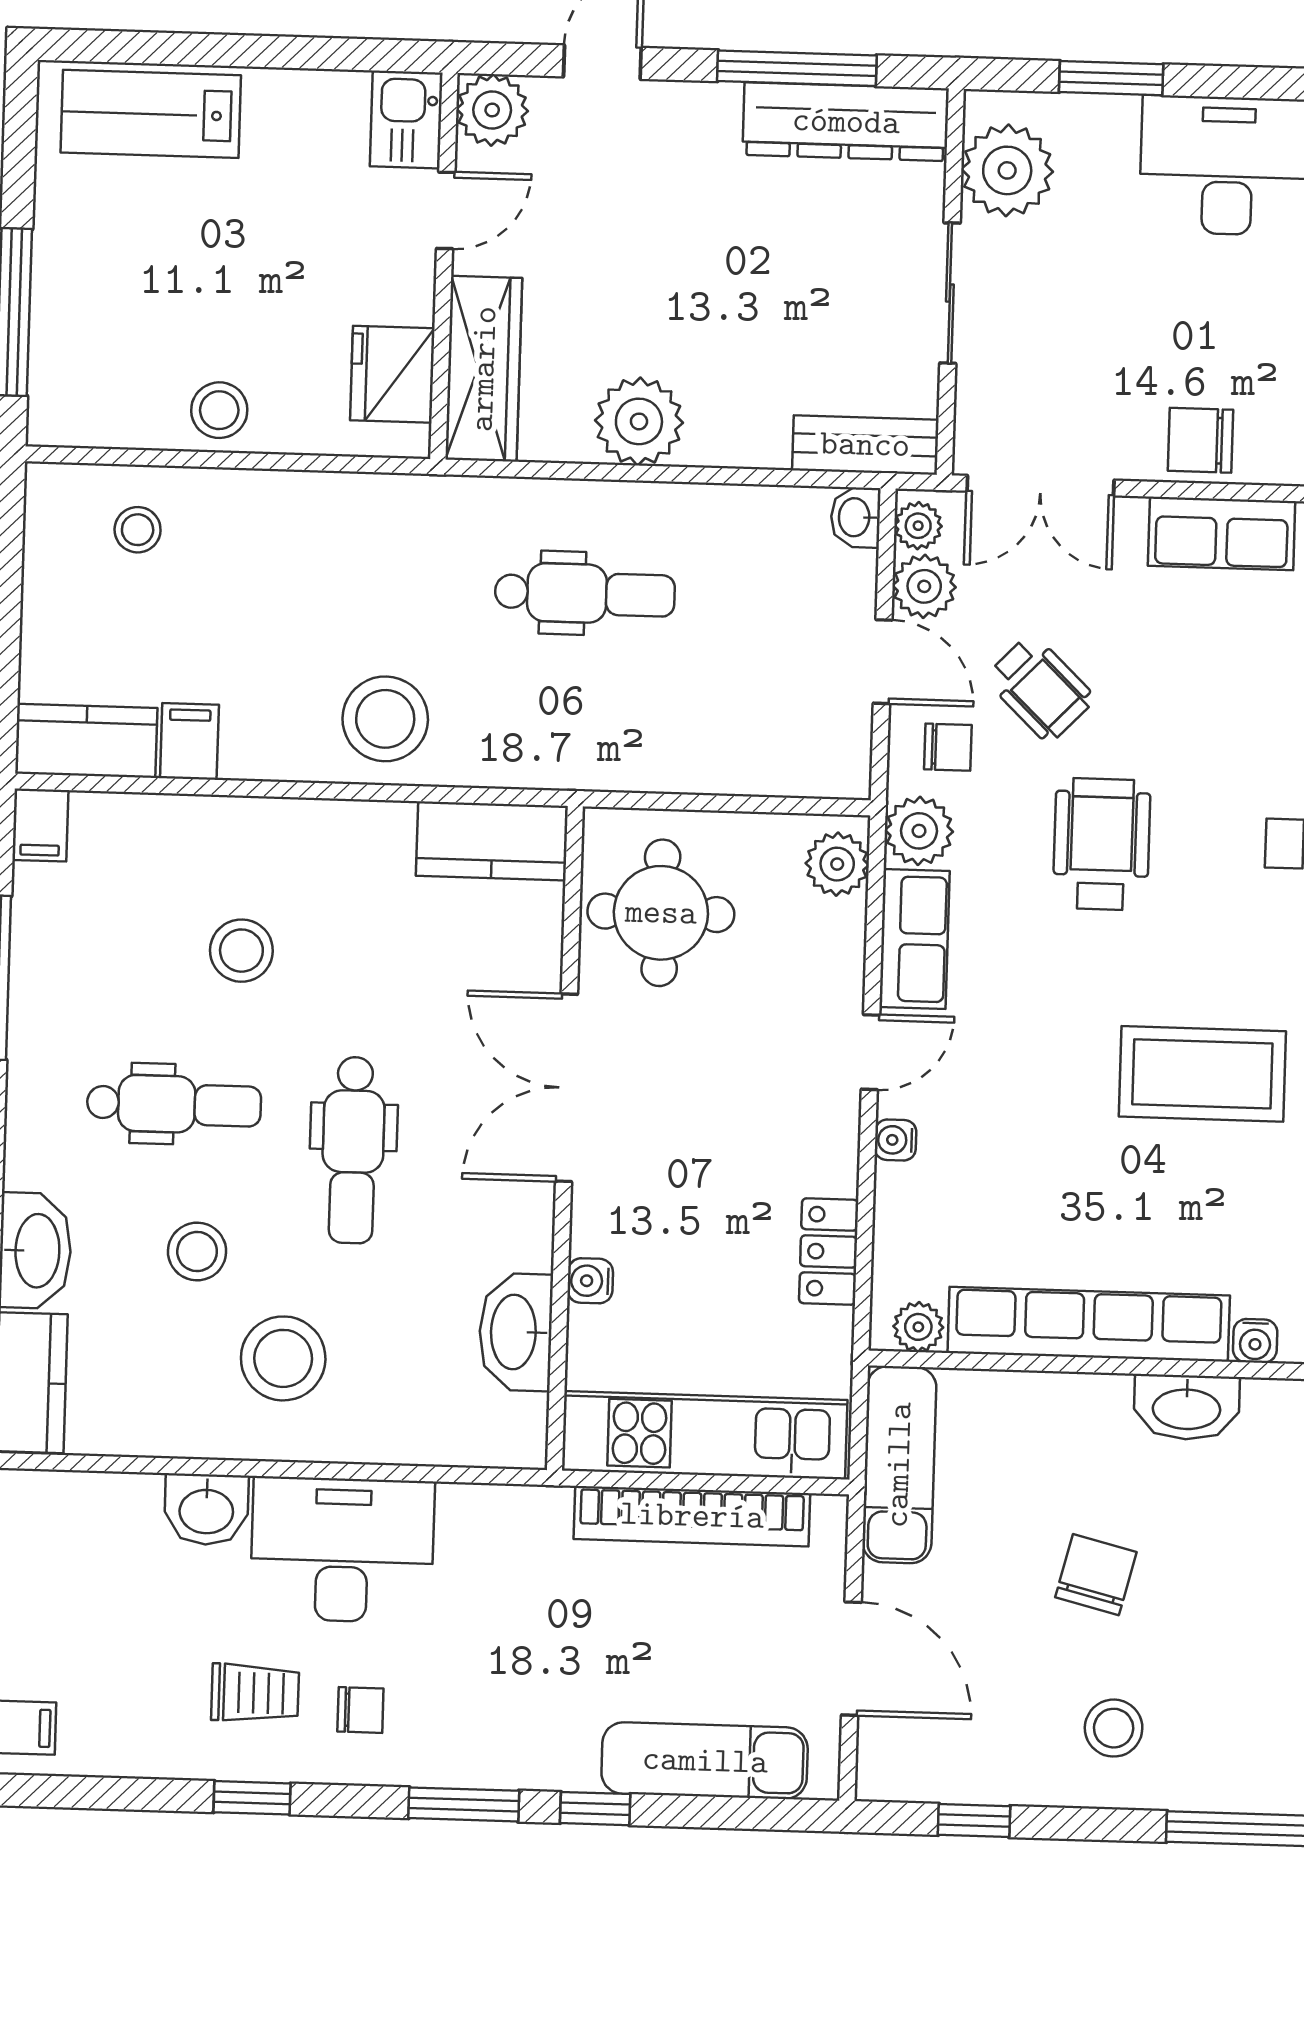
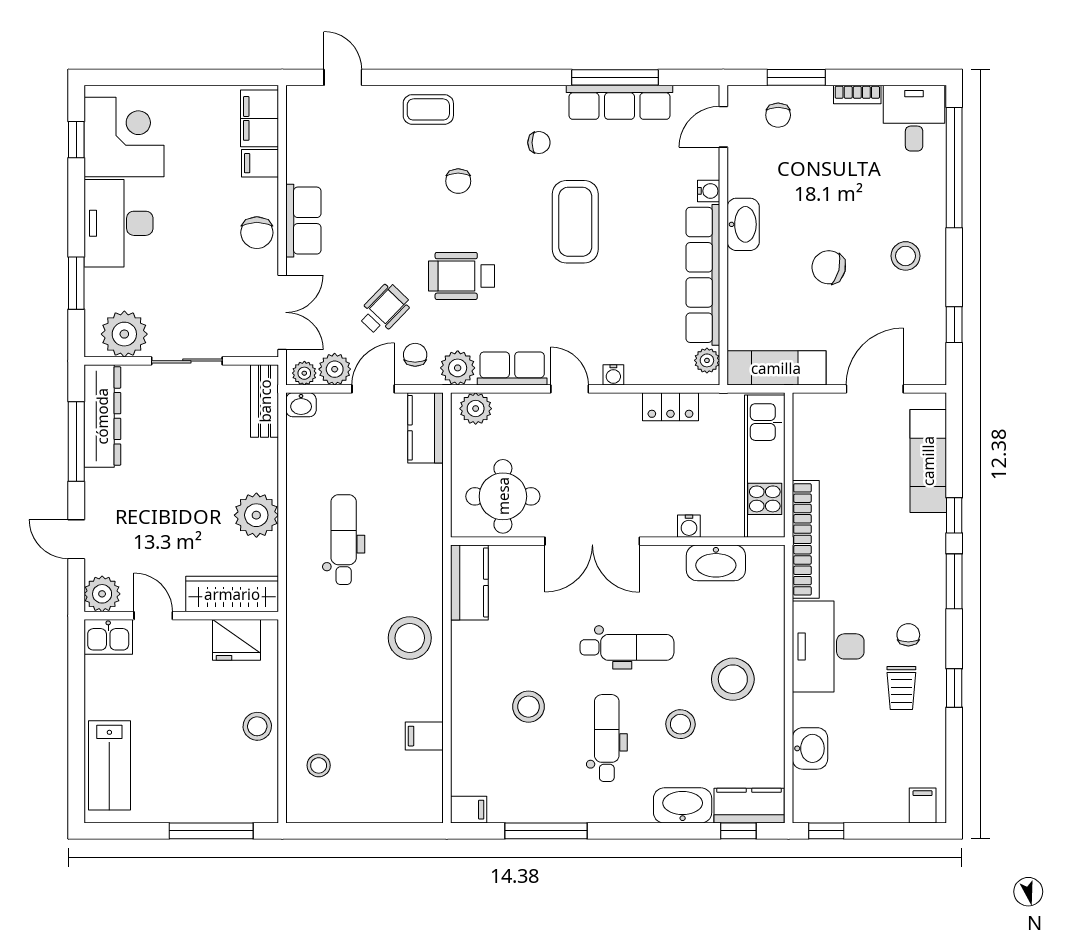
kitchen counter: (86, 741) -> (426, 428), moved
washbasin: (206, 1509) -> (810, 748), moved
bookcase: (692, 1516) -> (806, 539), moved
trolley: (255, 1693) -> (901, 688), turned 180

